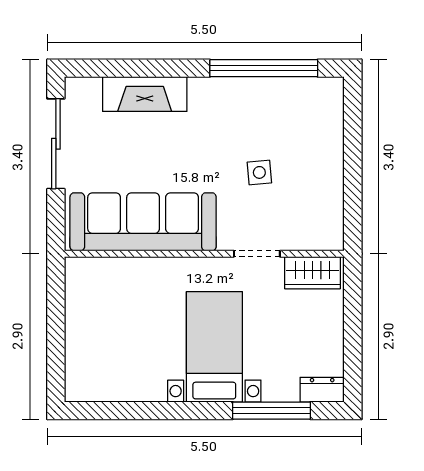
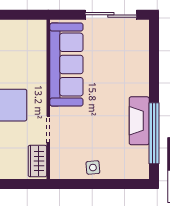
fireplace: (145, 94) -> (139, 121), moved
side table: (259, 172) -> (93, 168), moved

